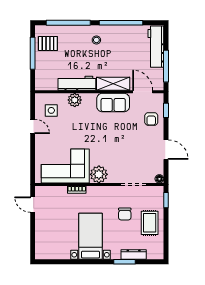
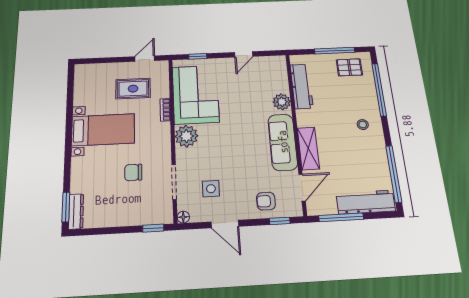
window: (121, 23) -> (394, 174), moved
pallet: (48, 43) -> (349, 67), turned 90
workbench: (77, 83) -> (302, 86), moved
sofa: (113, 103) -> (283, 142), width x1.36
side table: (51, 110) -> (211, 189), moved
door: (166, 150) -> (225, 224), hinge flipped
window: (33, 163) -> (198, 56), added
rug: (150, 223) -> (133, 89), moved
dresser: (134, 255) -> (76, 211), moved
window: (124, 262) -> (66, 207), moved

